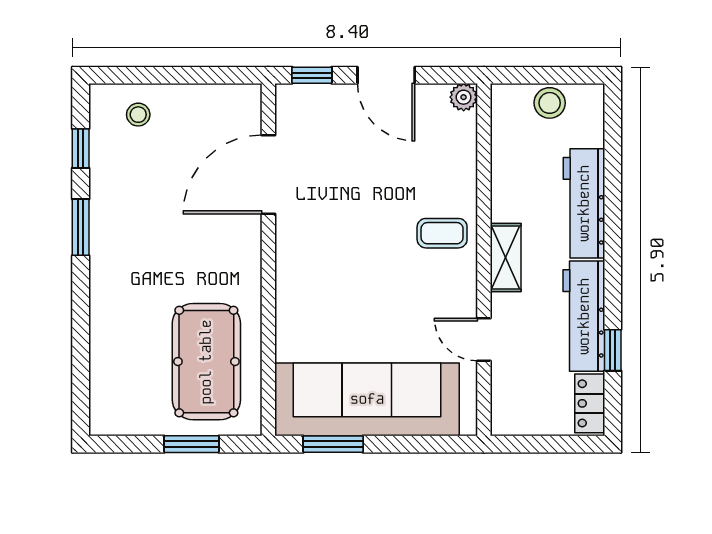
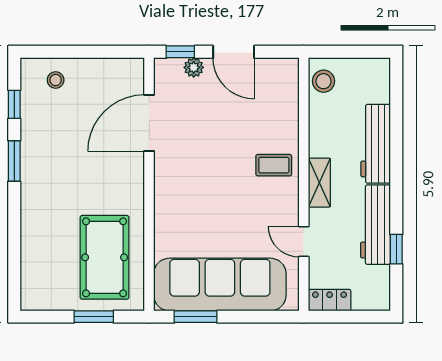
plant: (464, 97) -> (194, 67), moved
stool: (550, 103) -> (324, 81), moved
locker: (590, 403) -> (330, 300), moved, turned 90

